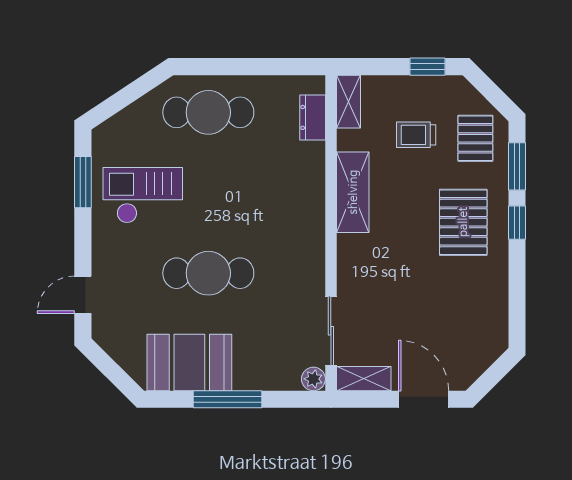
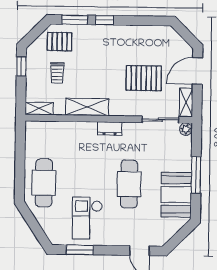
dresser: (313, 117) -> (110, 129), moved
pallet: (463, 222) -> (144, 78), moved

